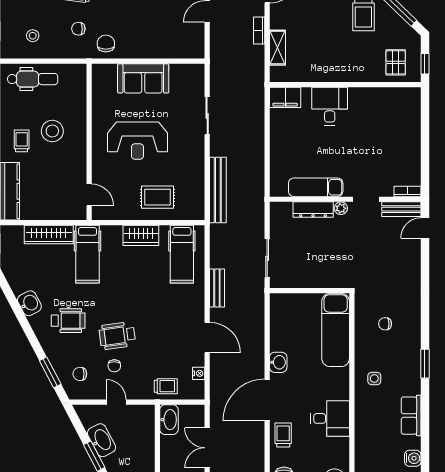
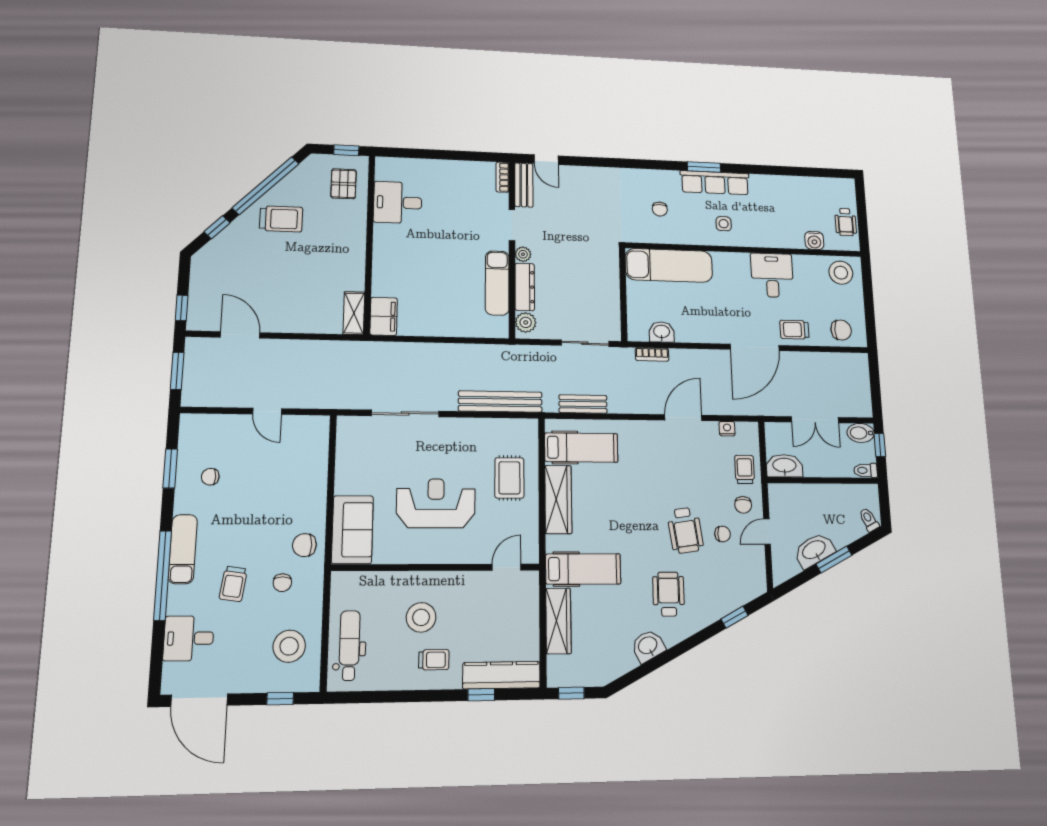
bookcase: (259, 31) -> (652, 354), moved
stool: (33, 36) -> (289, 646), width x1.89, depth x1.89
shelving: (277, 48) -> (354, 313), moved, turned 90
pallet: (396, 62) -> (344, 184), turned 90
sofa: (143, 78) -> (352, 530), moved
desk: (330, 106) -> (398, 203), moved
sliding door: (207, 116) -> (405, 413), width x1.37
trolley: (22, 141) -> (434, 660), turned 180
reception desk: (137, 141) -> (436, 503), turned -90
plant: (283, 210) -> (526, 322), added
wardrobe: (141, 235) -> (558, 499), width x1.50
bench: (217, 288) -> (583, 404), moved
washbasin: (278, 362) -> (662, 332), moved
window: (50, 372) -> (735, 617), width x0.67
chair: (80, 374) -> (743, 505), moved
door: (267, 400) -> (755, 347), hinge flipped
row of seats: (411, 416) -> (715, 183), moved, width x1.48
water cooler: (413, 458) -> (814, 240), moved, turned 180

